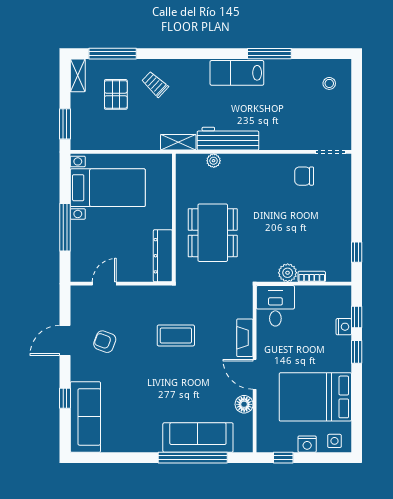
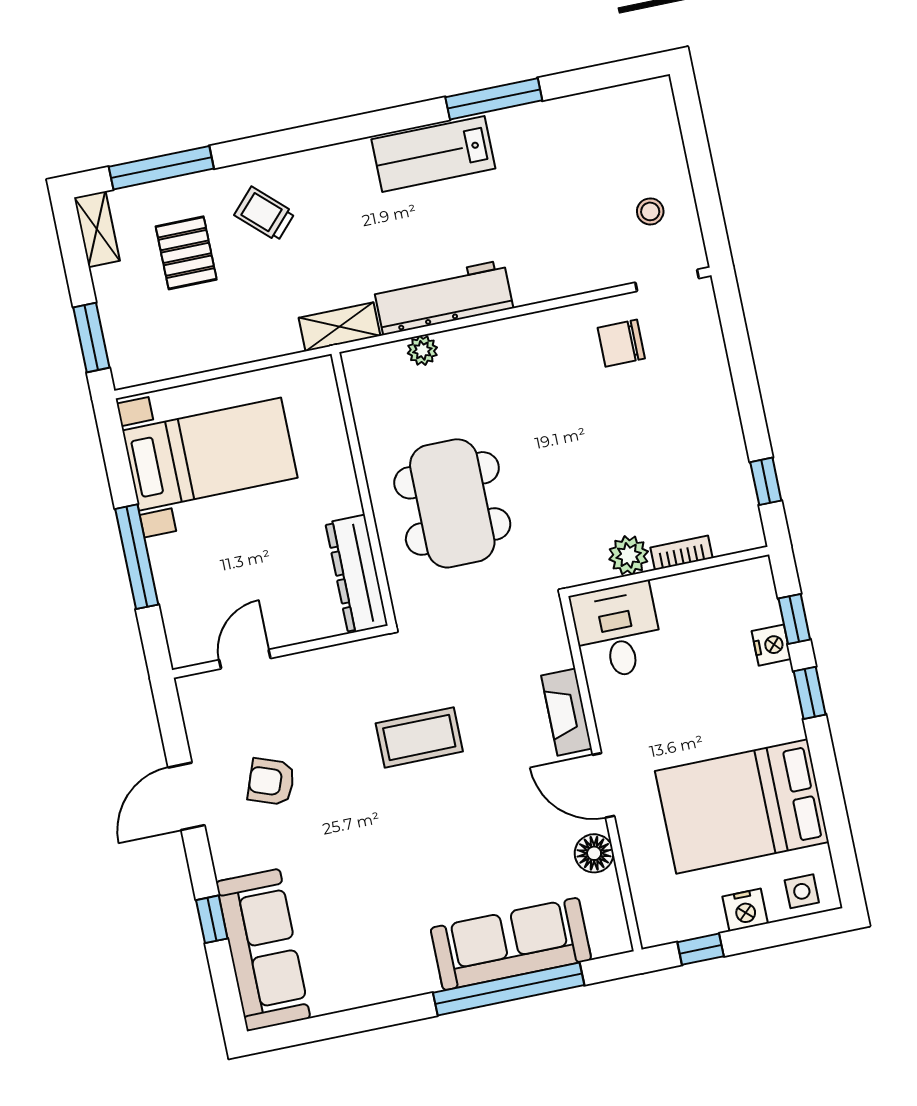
stool: (329, 83) -> (650, 211), moved

